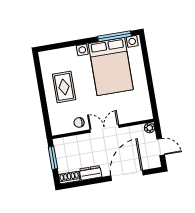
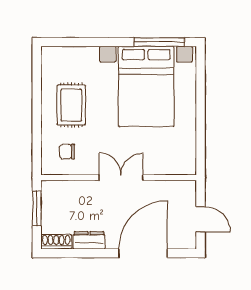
chair: (79, 122) -> (67, 152), moved
plant: (150, 128) -> (189, 188), removed

